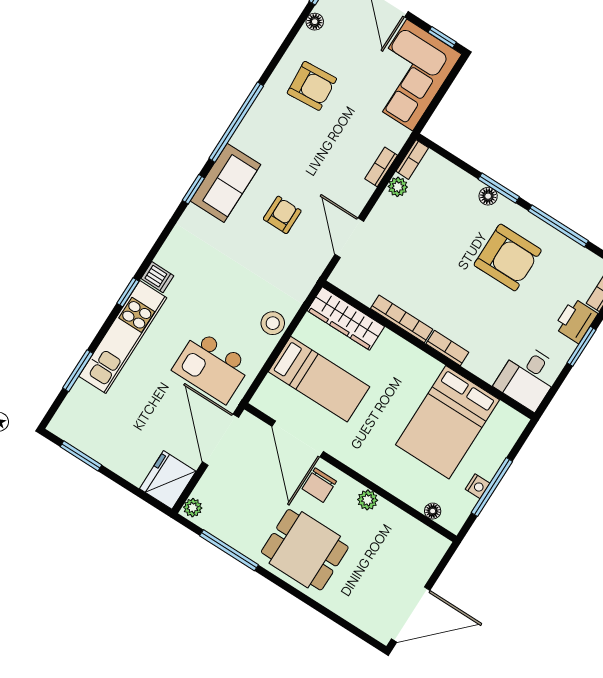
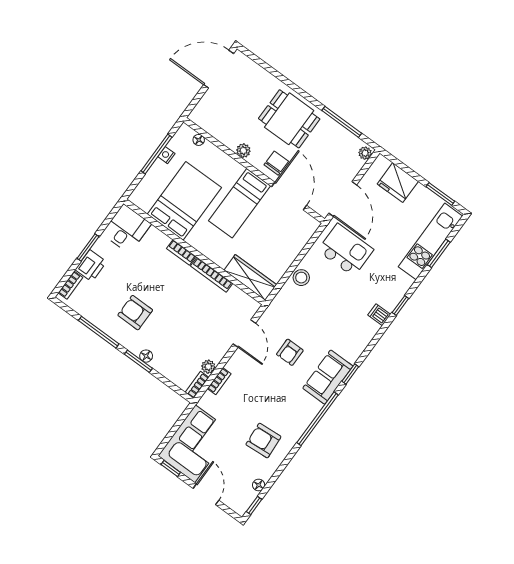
armchair: (508, 258) -> (135, 313), width x0.73, depth x0.73
kitchen unit: (123, 337) -> (430, 241), moved
bed: (319, 379) -> (239, 203), moved, turned -90
fridge: (168, 480) -> (398, 183), moved, turned 90

